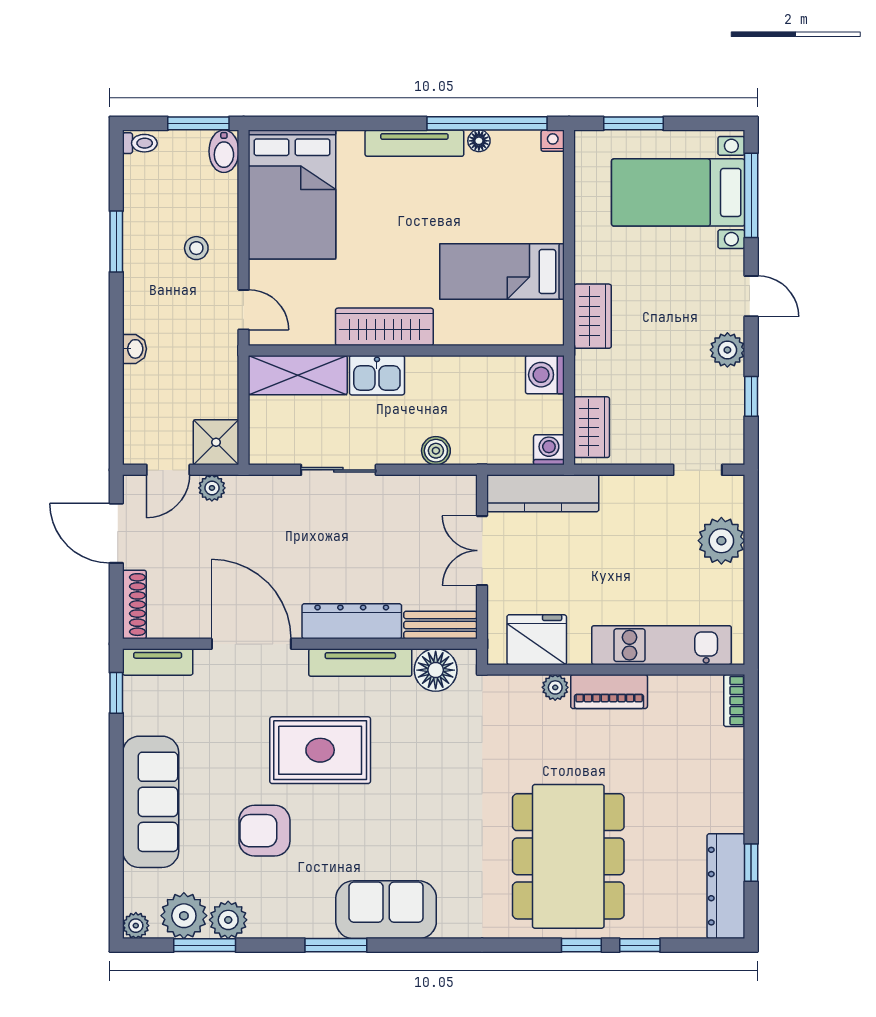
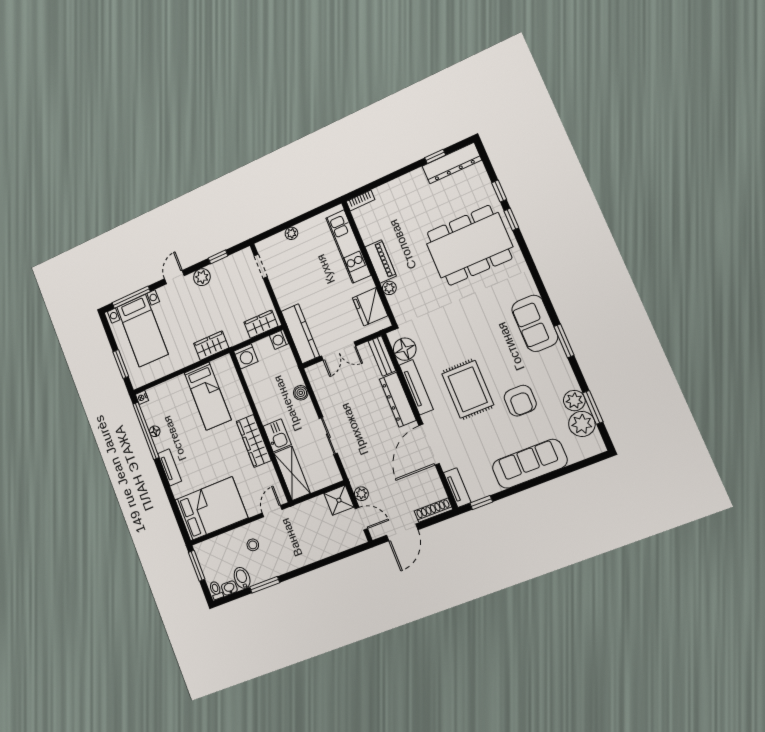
tv unit: (414, 143) -> (170, 467), width x0.71
bidet: (224, 151) -> (242, 578), moved, turned -90
washbasin: (135, 349) -> (229, 588), moved
plant: (721, 541) -> (291, 233), width x0.53, depth x0.53
plant: (136, 926) -> (598, 447), removed

